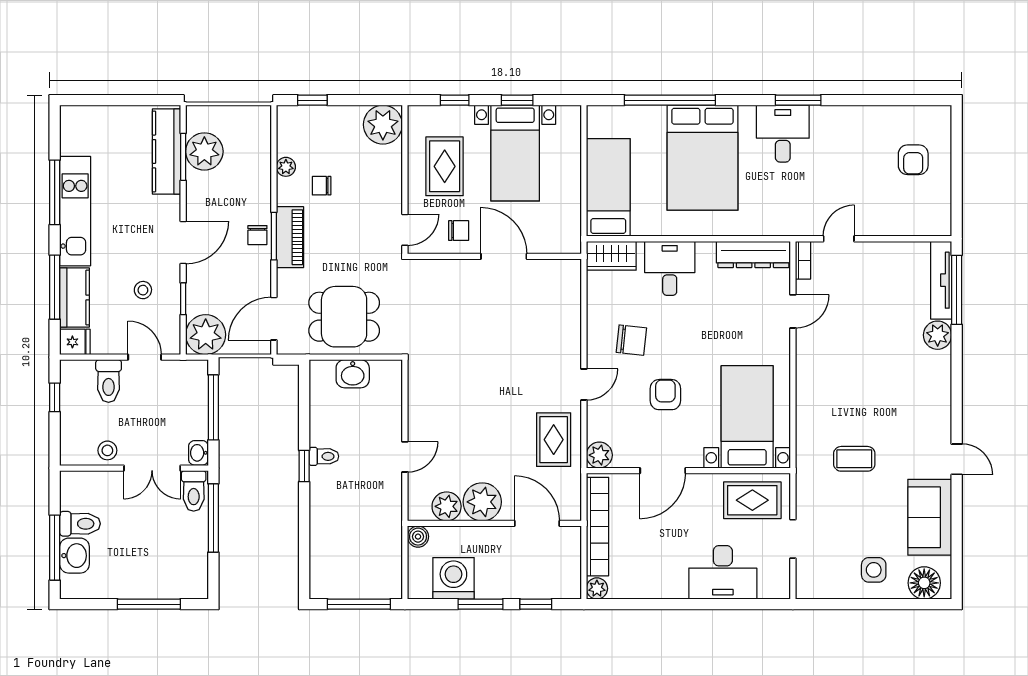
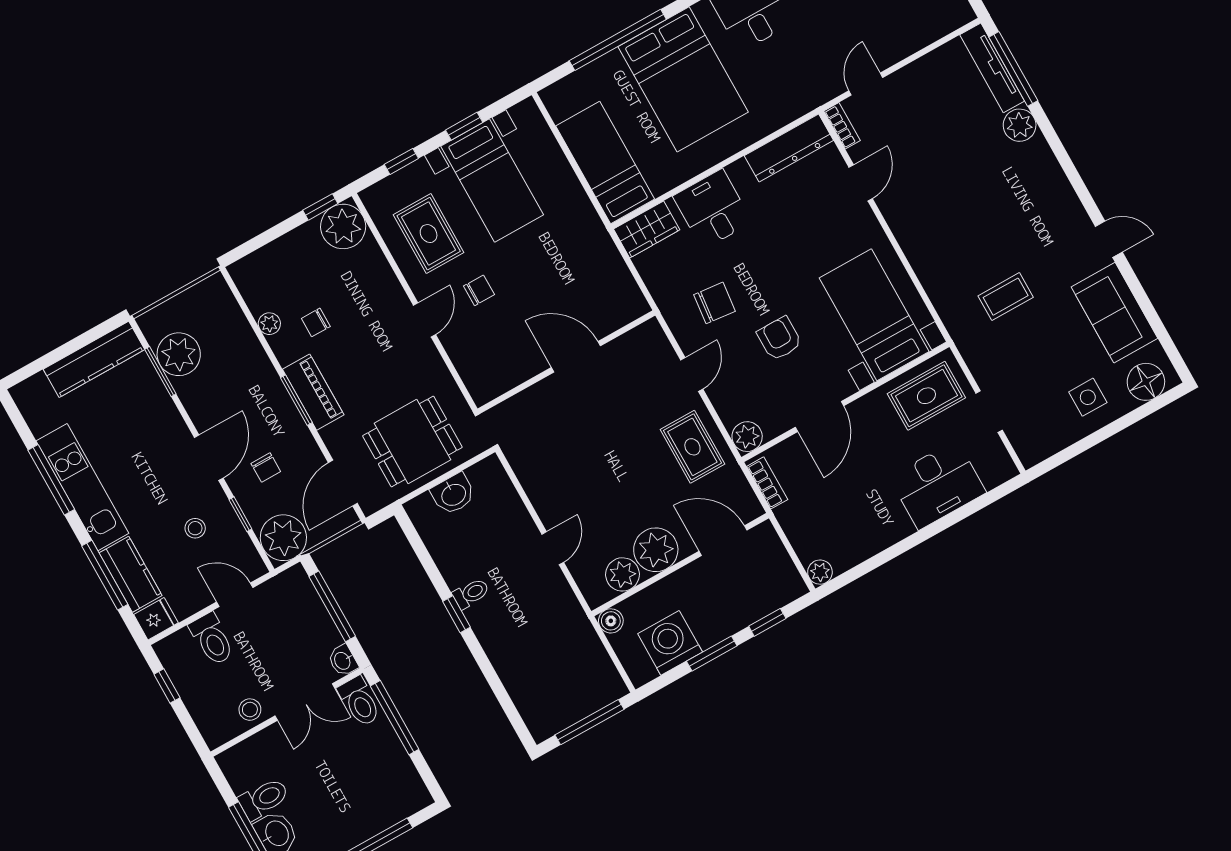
window: (312, 100) -> (320, 207), moved
kitchen counter: (166, 151) -> (94, 359), moved, turned -90
chair: (257, 235) -> (266, 467), moved
wall: (494, 256) -> (566, 362), moved
door: (504, 256) -> (576, 357), moved
bookcase: (597, 527) -> (767, 483), width x0.43, depth x0.76

